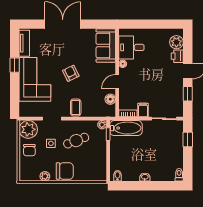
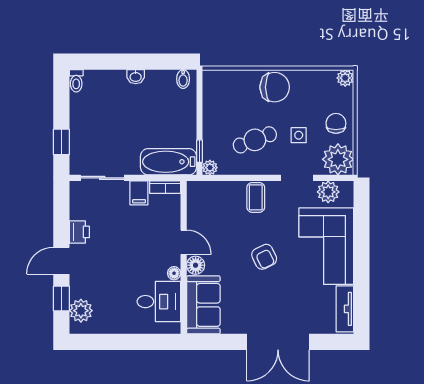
printer: (177, 56) -> (79, 232), moved
window: (15, 65) -> (362, 271), removed
door: (117, 82) -> (184, 242), hinge flipped
window: (188, 94) -> (61, 298), moved
floor lamp: (110, 99) -> (196, 265), moved
plant: (34, 111) -> (328, 192), added
chair: (65, 171) -> (275, 87), turned 180
plant: (45, 176) -> (345, 78), moved

